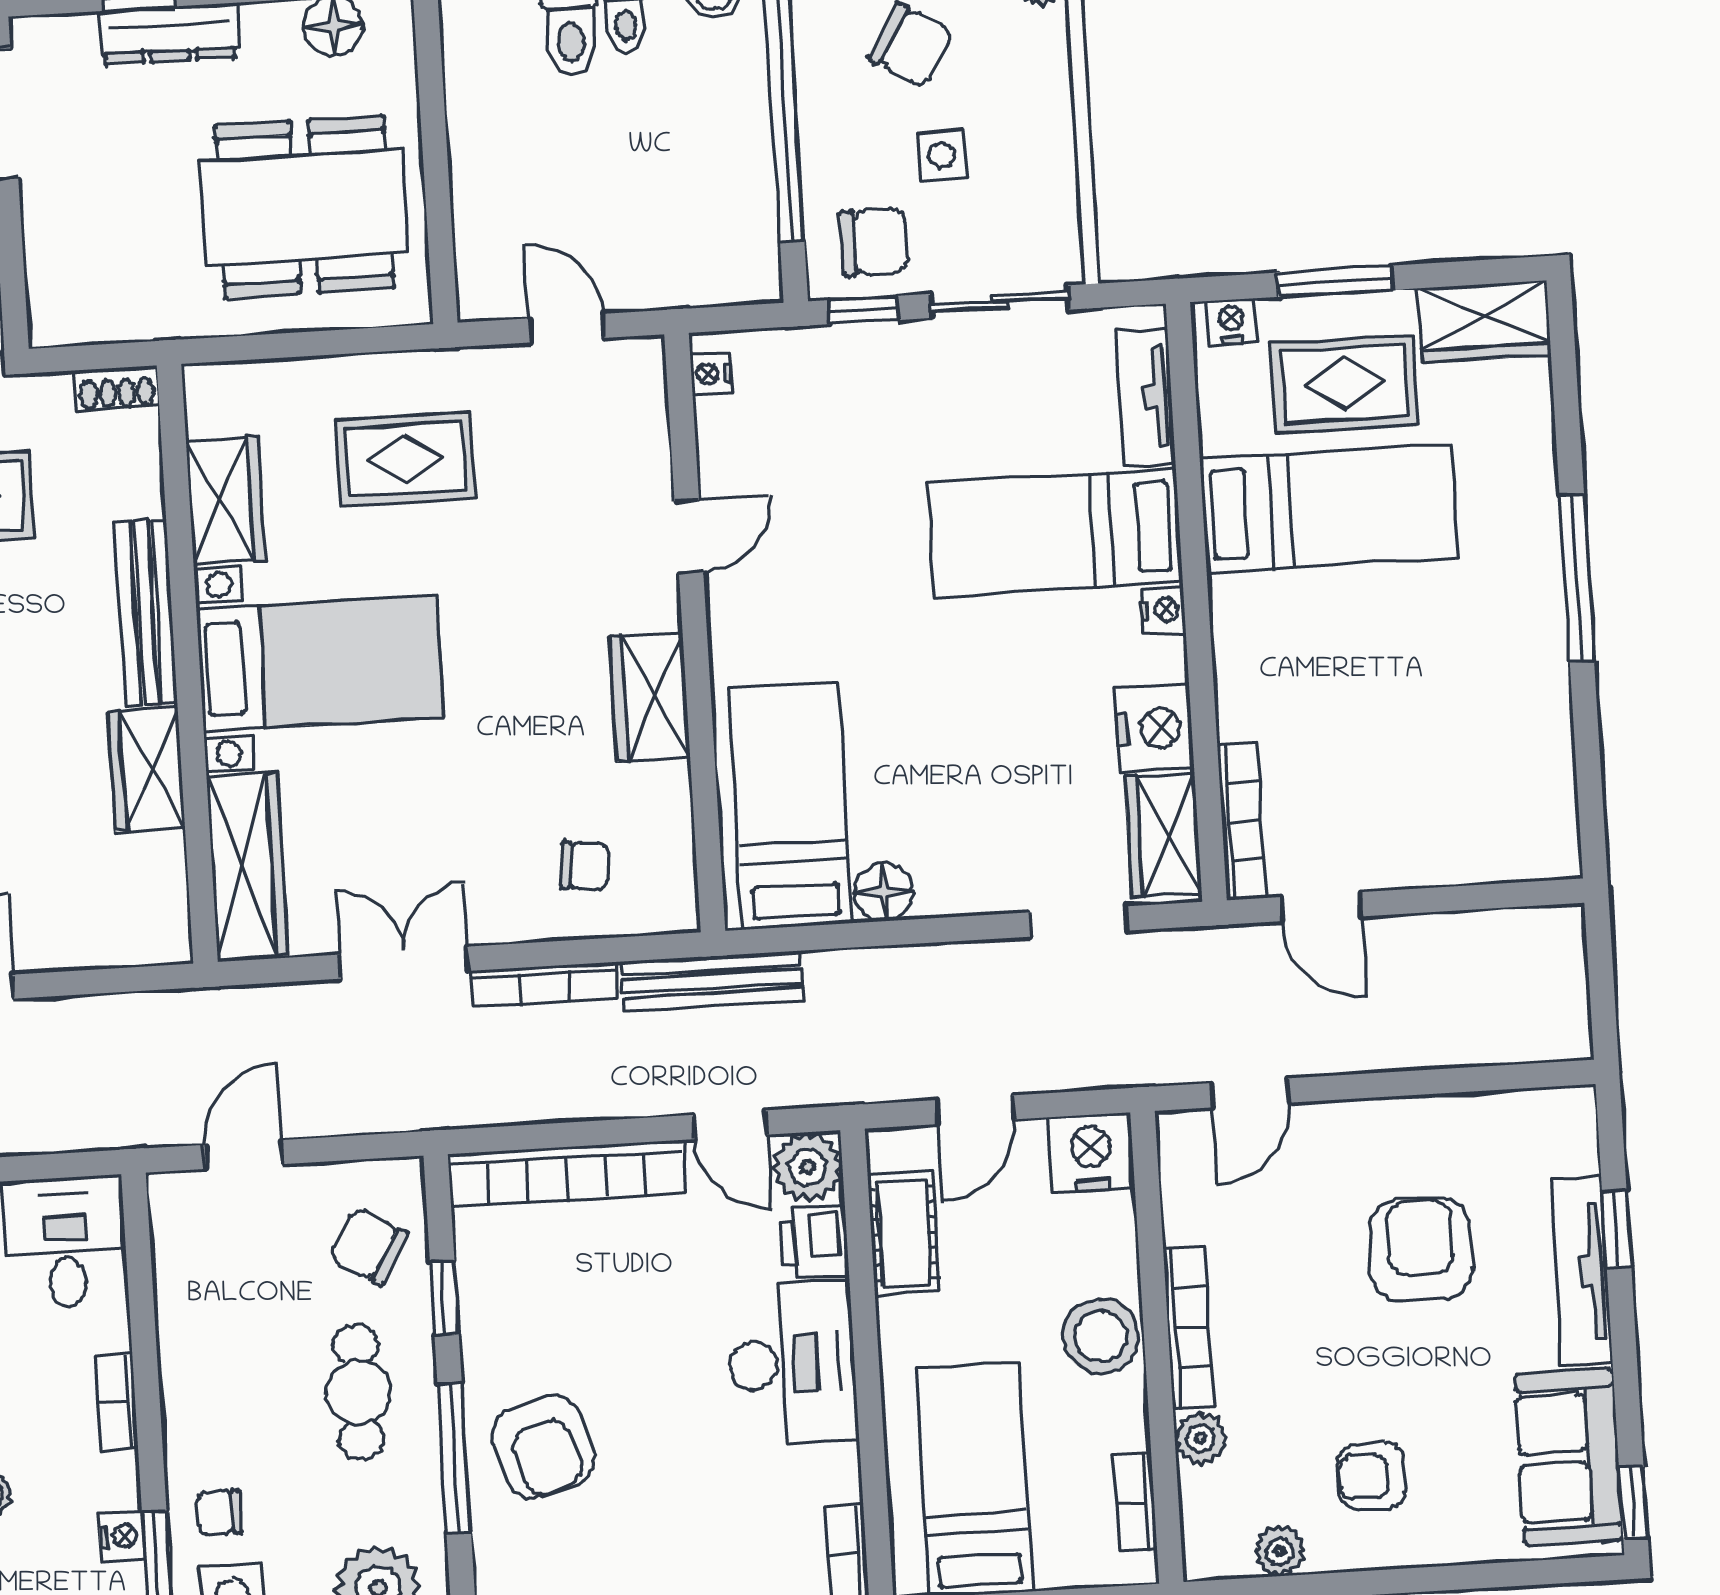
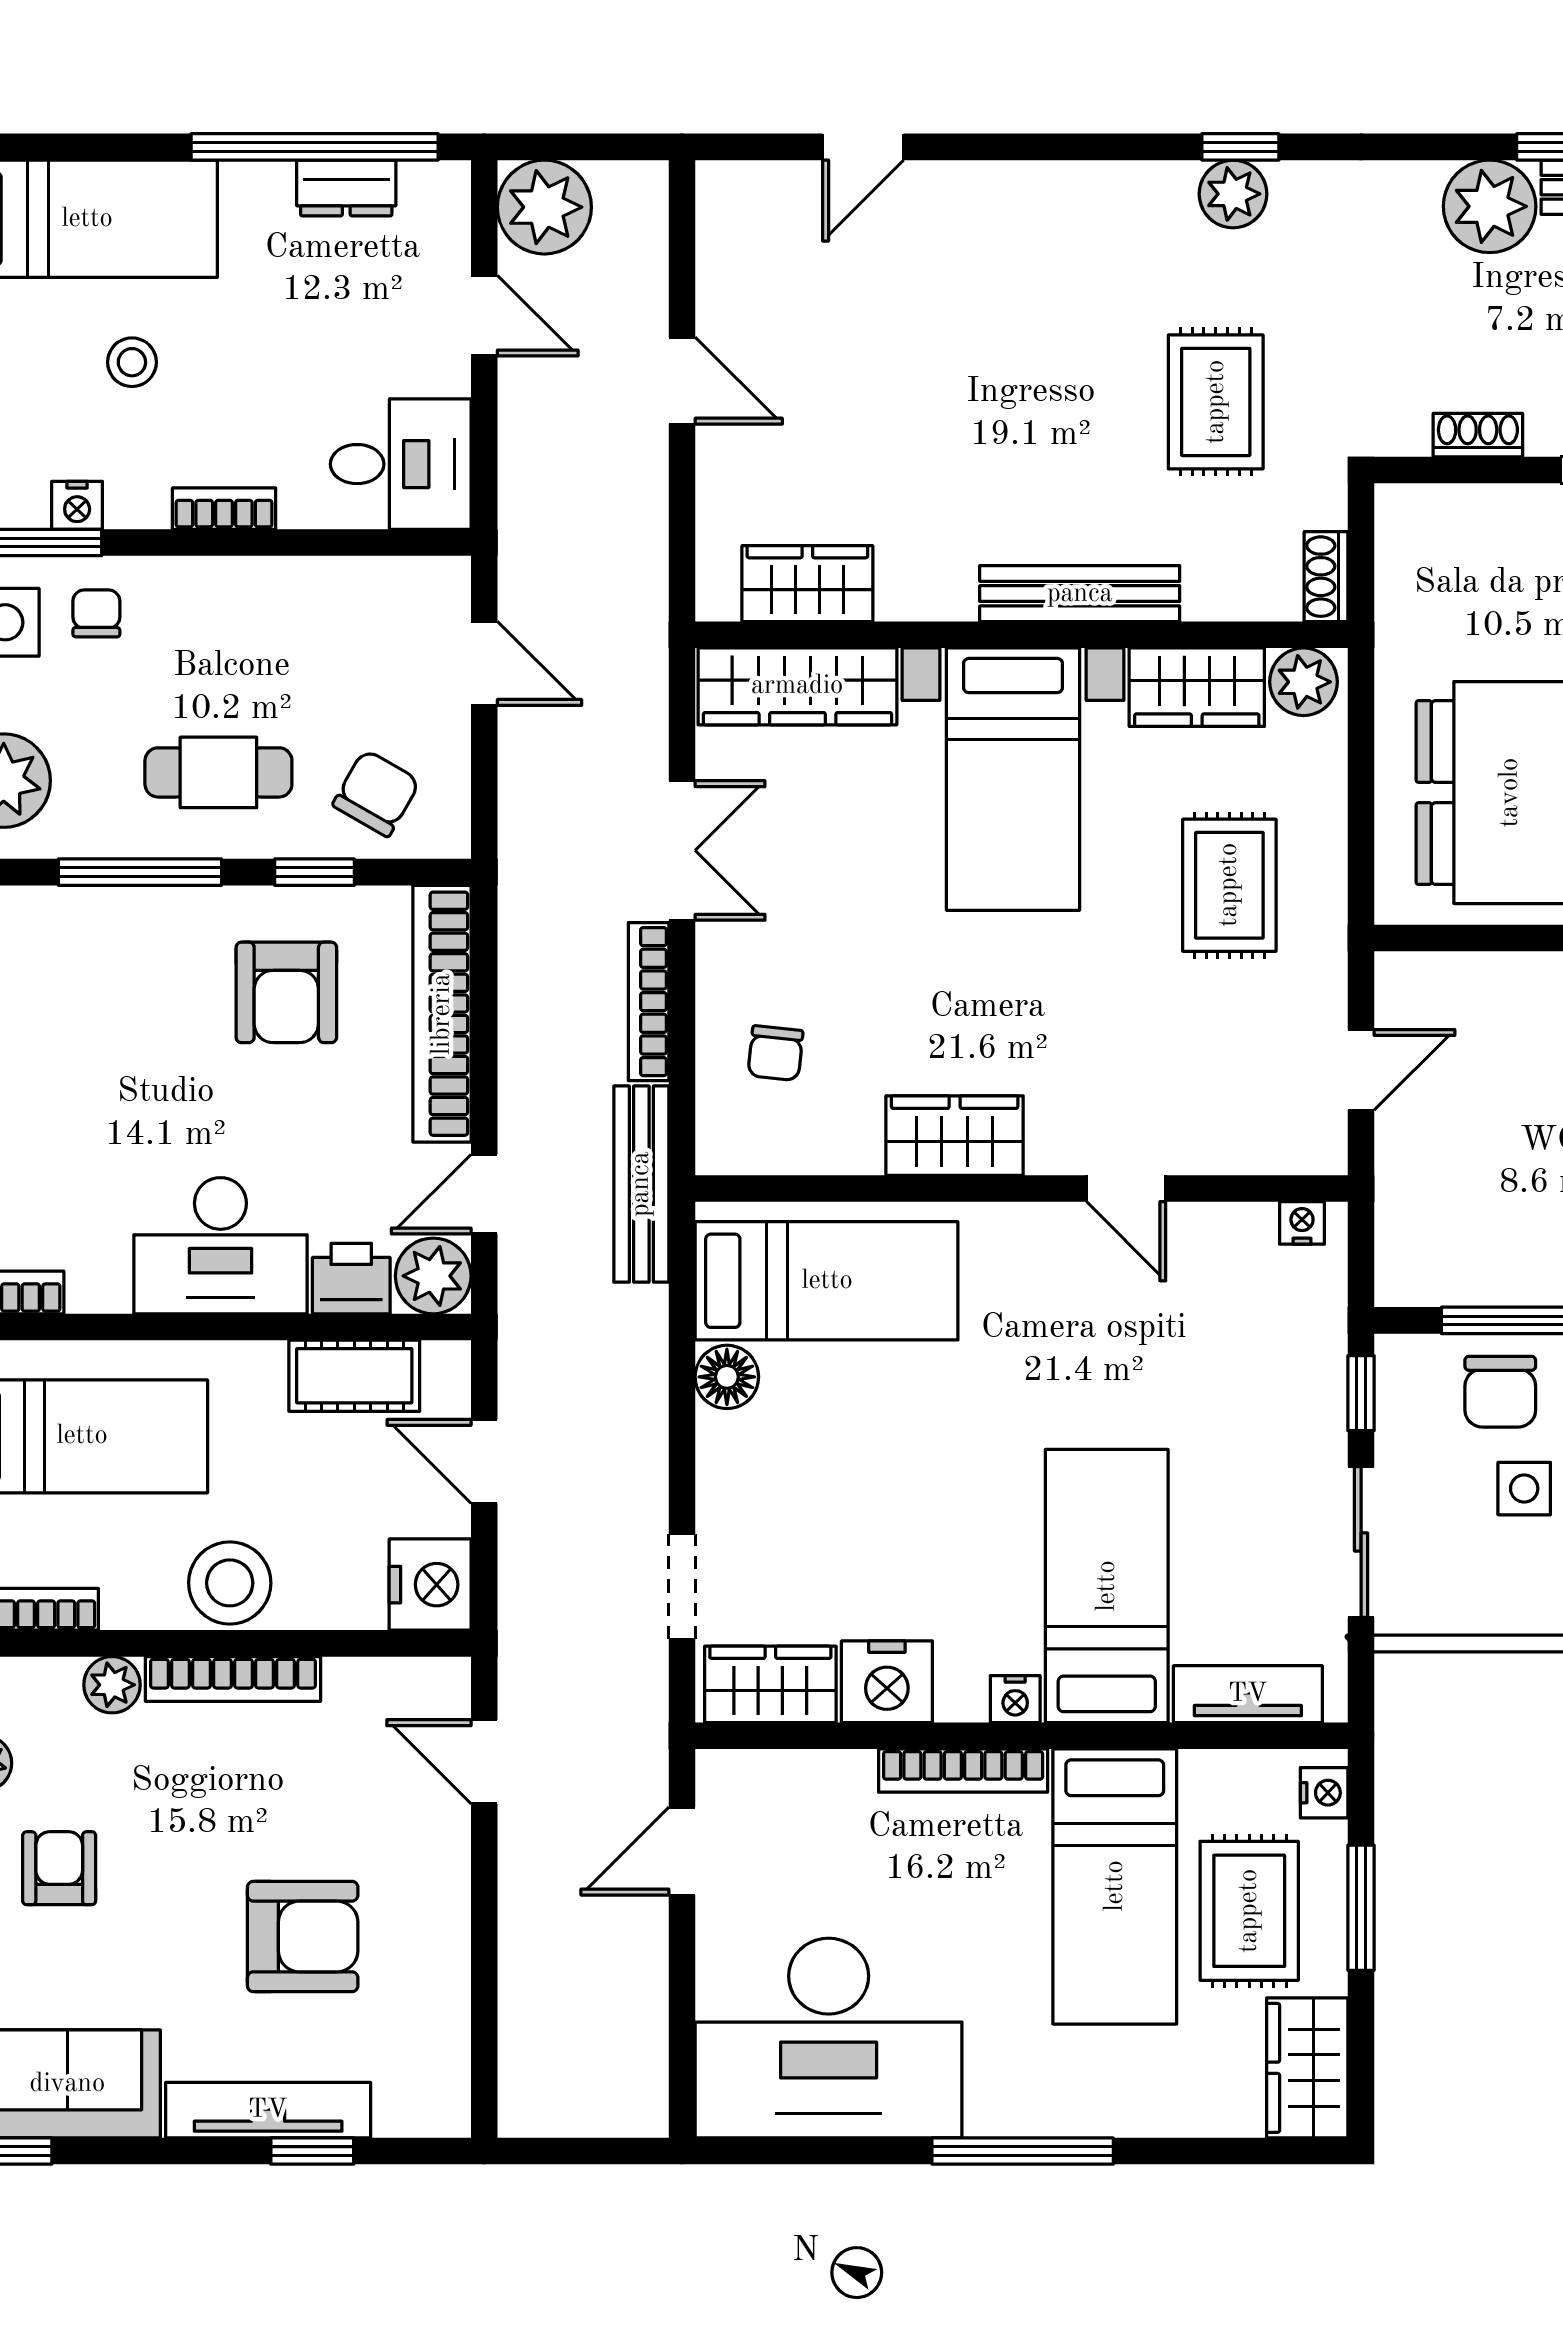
chair: (875, 242) -> (1500, 1392), moved
plant: (215, 403) -> (1304, 682), added
desk: (1484, 762) -> (829, 2038), added
wardrobe: (147, 770) -> (807, 584), moved
bookcase: (1242, 822) -> (963, 1771), moved
armchair: (543, 1447) -> (286, 992), moved, turned -72

